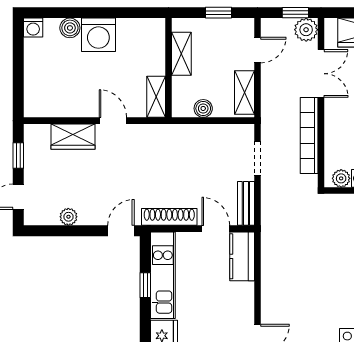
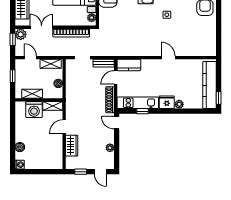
washing machine: (98, 35) -> (34, 110), moved, turned 90

